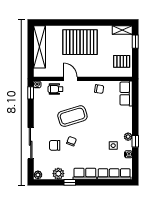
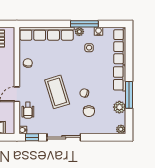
row of seats: (126, 94) -> (47, 34), width x2.02
window: (135, 141) -> (84, 24), width x2.17
sliding door: (31, 143) -> (64, 137), moved
window: (70, 182) -> (129, 95), width x2.17

